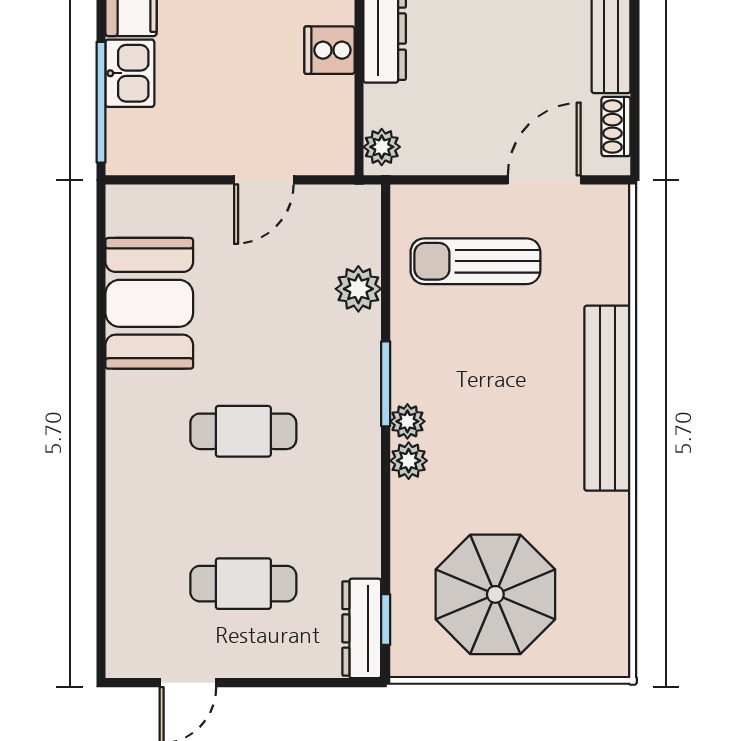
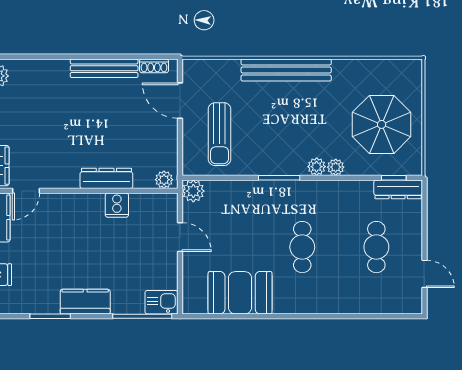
kitchen sink: (130, 73) -> (161, 302), moved
plant: (358, 289) -> (193, 191), moved
plant: (407, 421) -> (336, 167), moved

